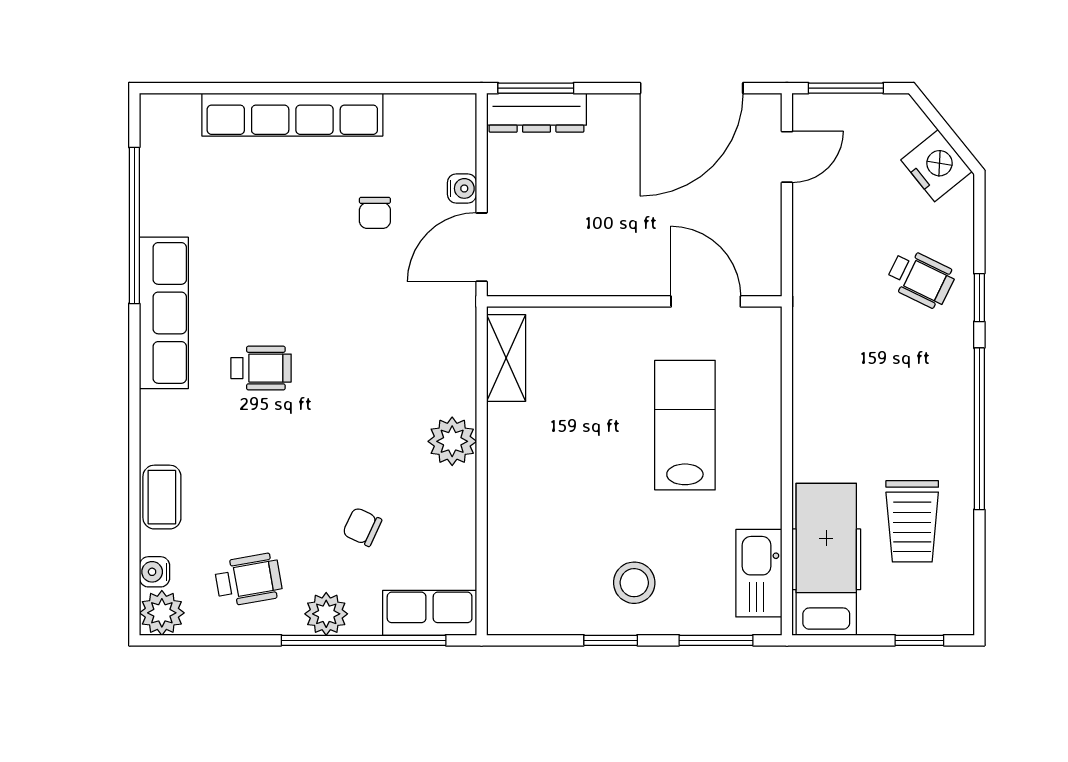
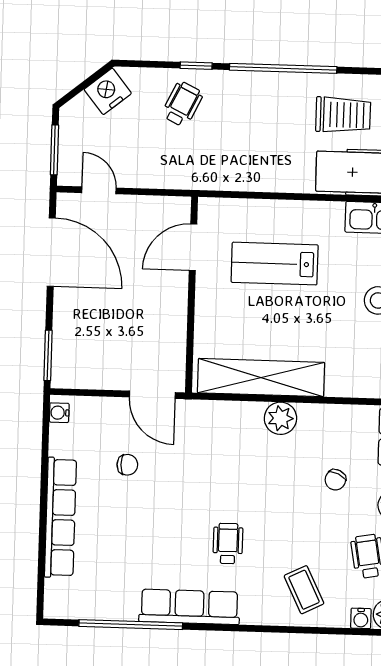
dresser: (537, 113) -> (64, 355), removed
water cooler: (462, 188) -> (59, 413), moved, turned -90
shelving: (506, 358) -> (261, 378), width x2.20, depth x1.33
coffee table: (162, 497) -> (304, 590), moved, turned 64

